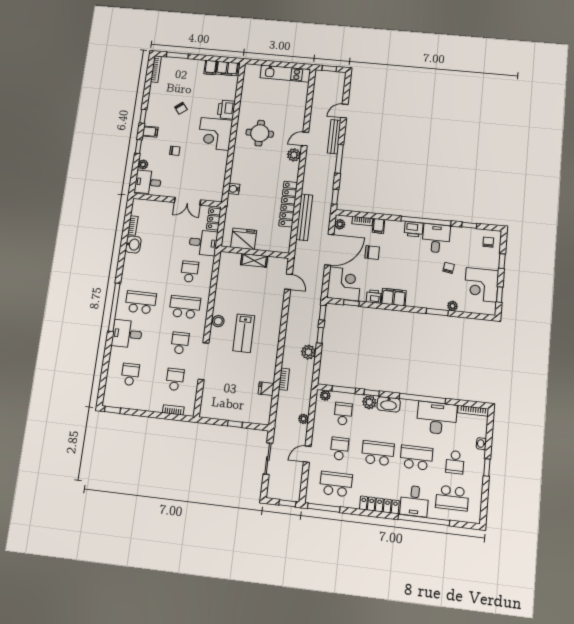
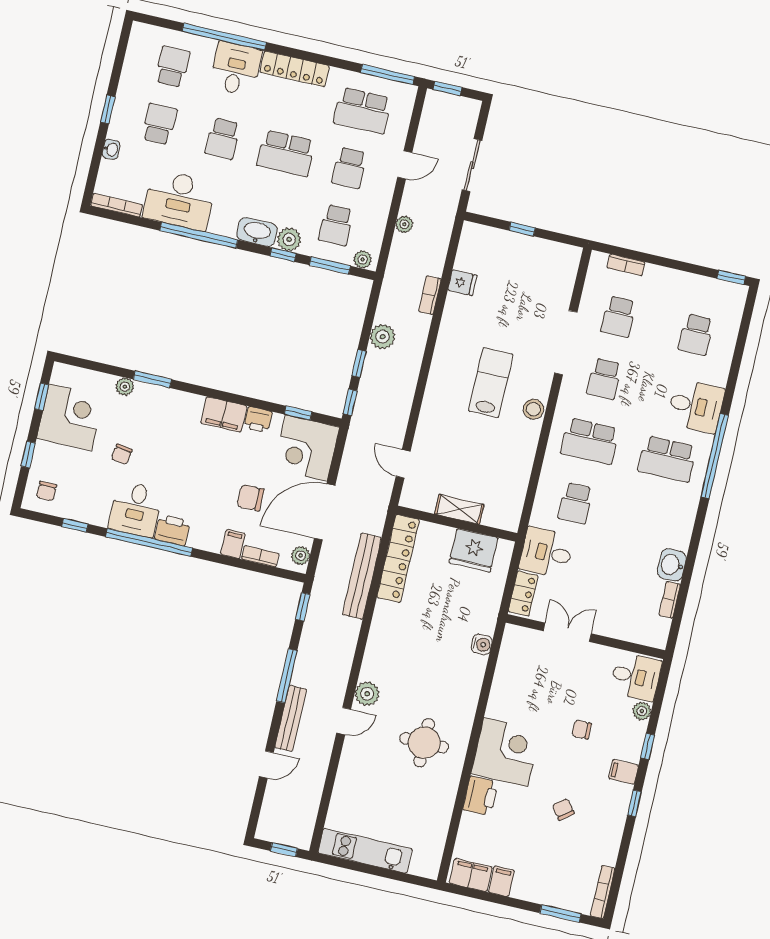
locker: (288, 204) -> (398, 558), moved
school desk: (416, 458) -> (223, 139), width x0.54
school desk: (452, 498) -> (173, 67), width x0.54

